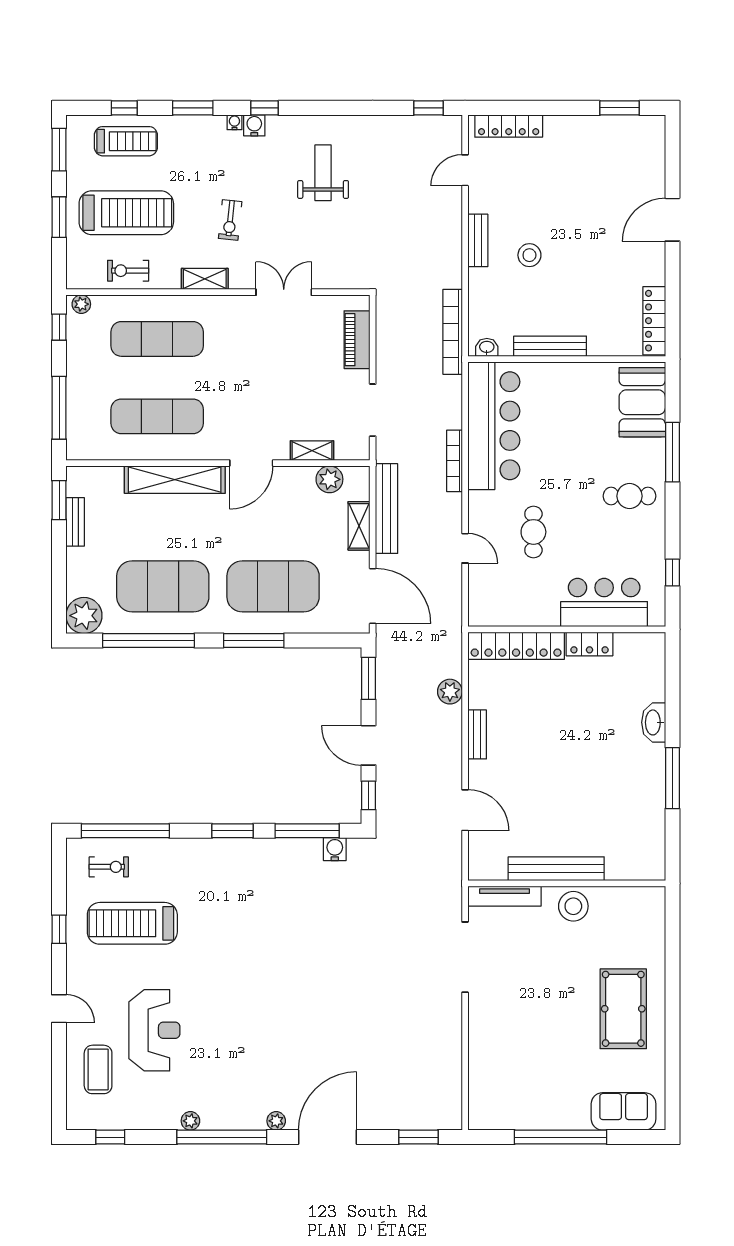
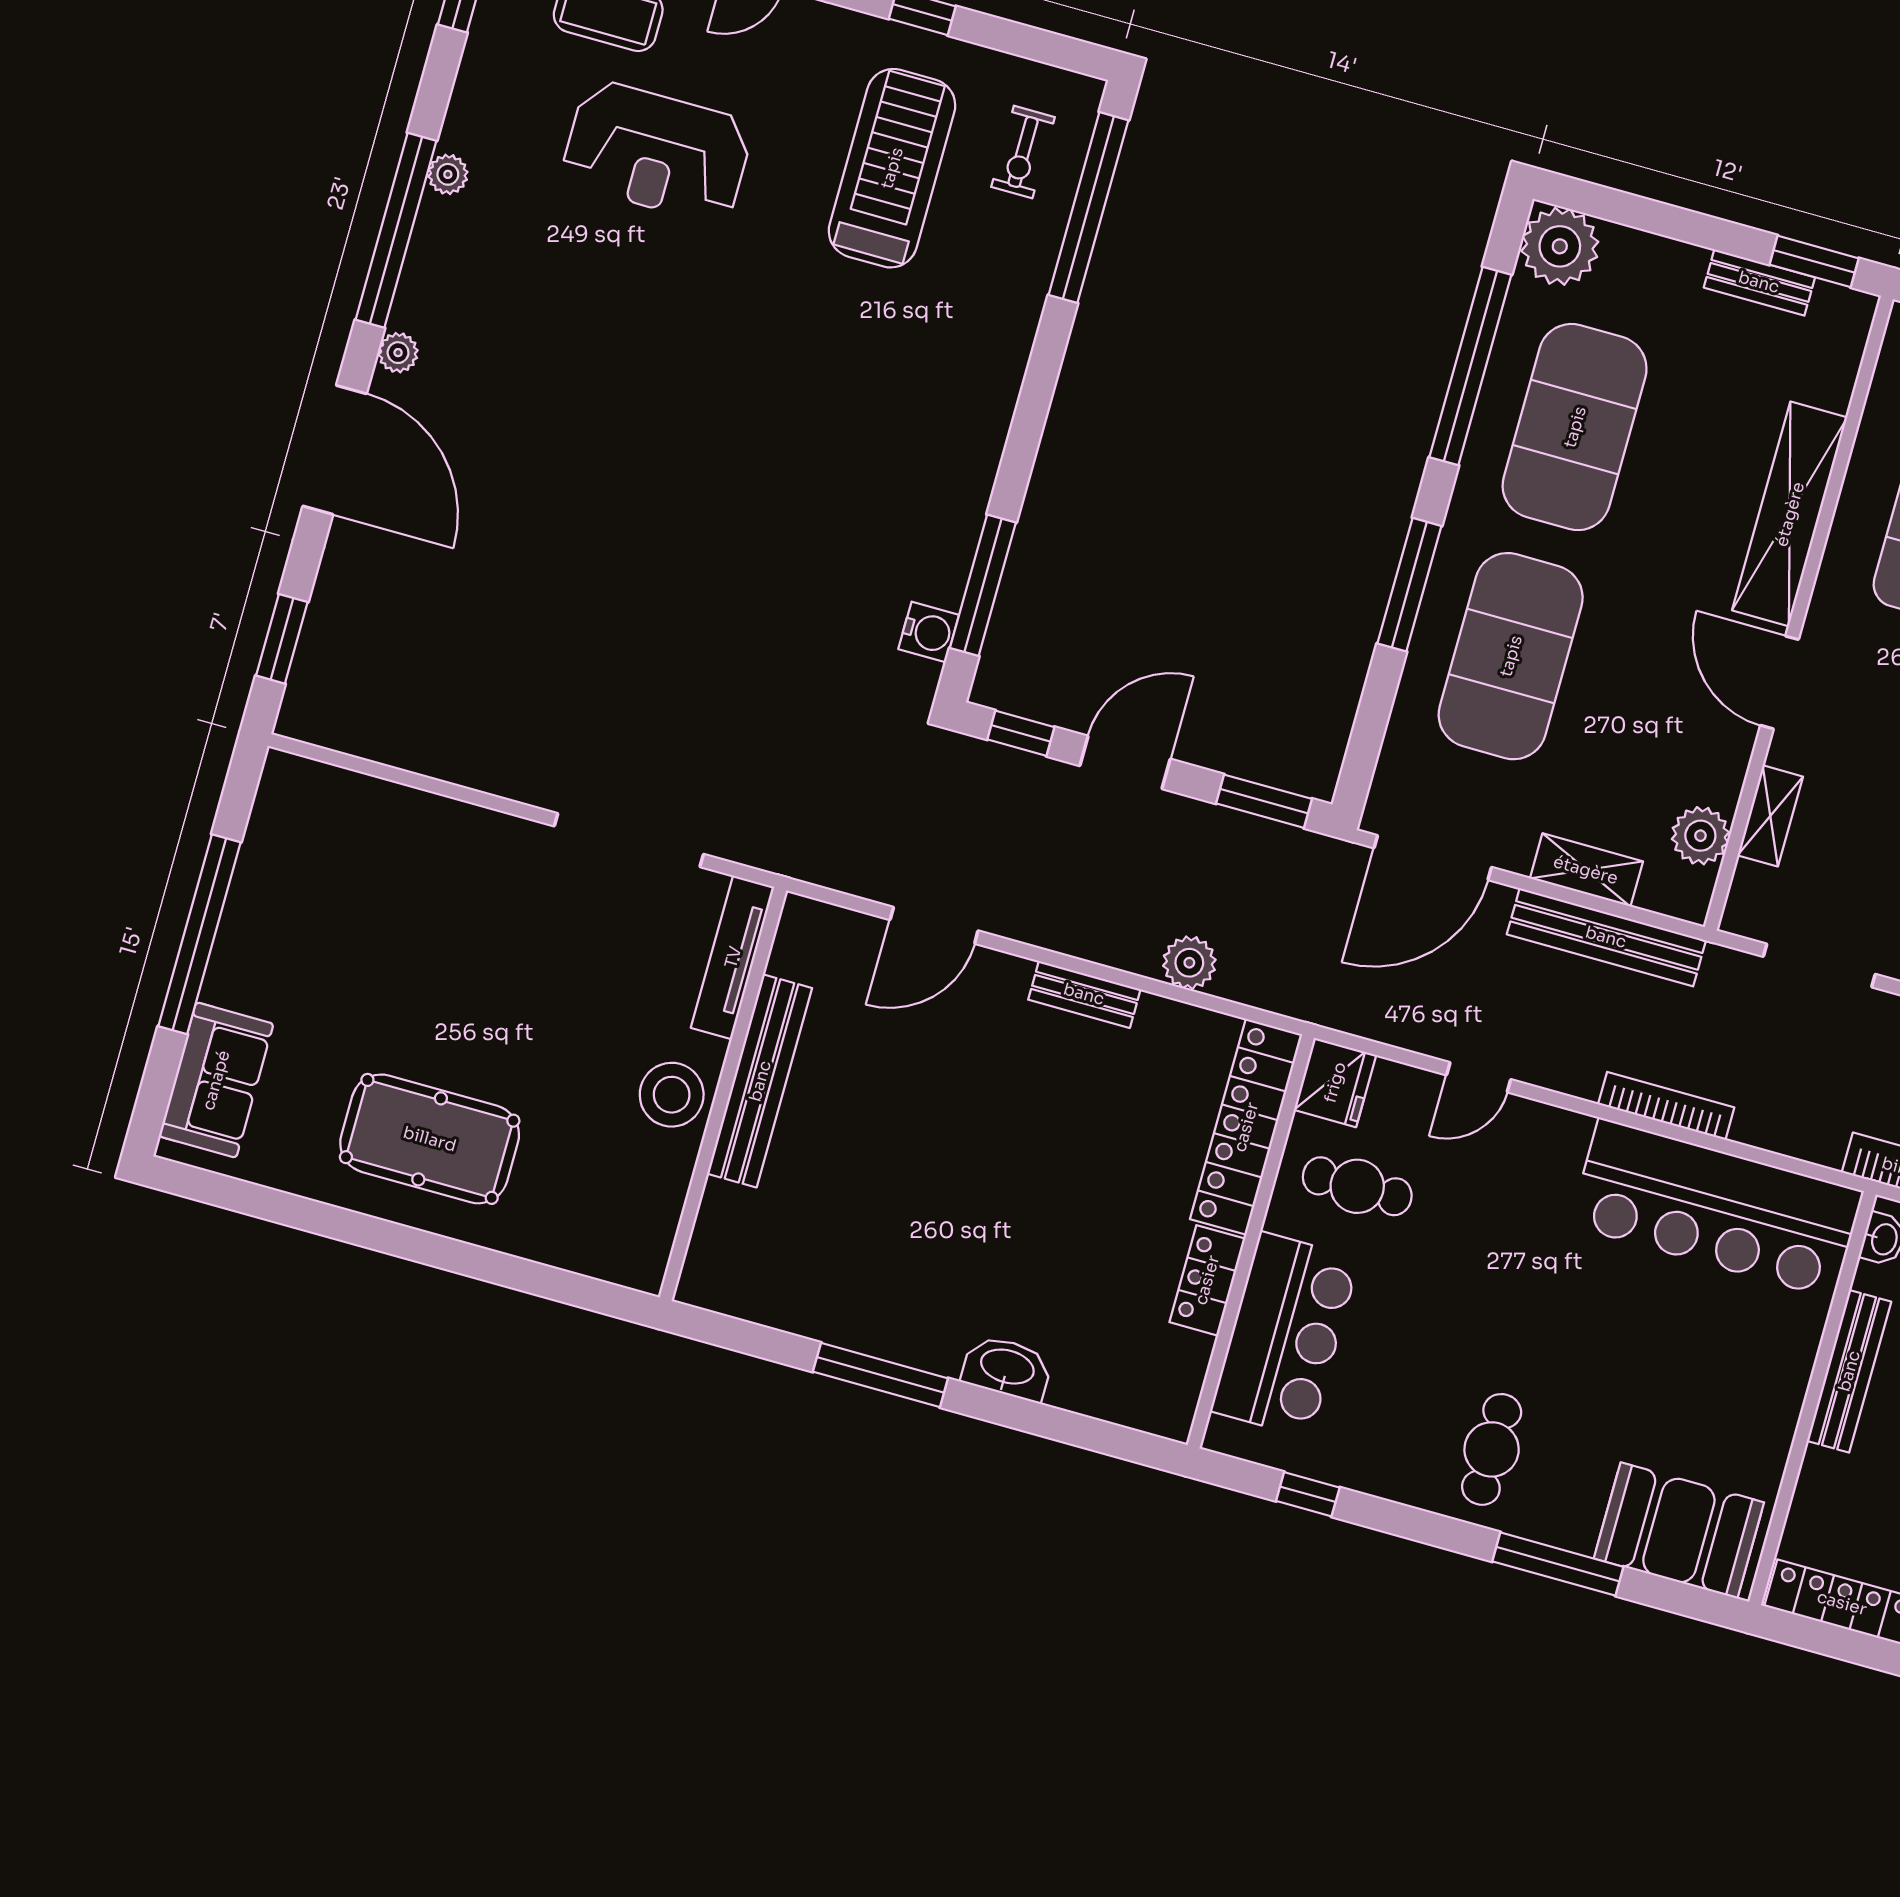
cafe table: (533, 532) -> (1357, 1186), moved
fridge: (485, 612) -> (1335, 1082), added
window: (233, 831) -> (1026, 430), removed

